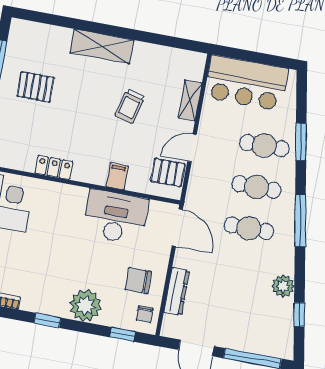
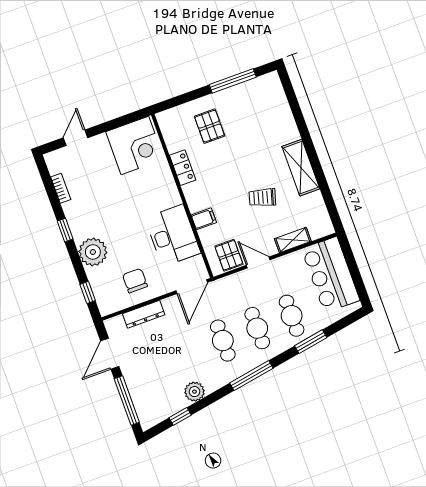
shelving: (102, 46) -> (301, 168), moved
pallet: (36, 87) -> (210, 126), moved
chair: (145, 314) -> (112, 300), removed

